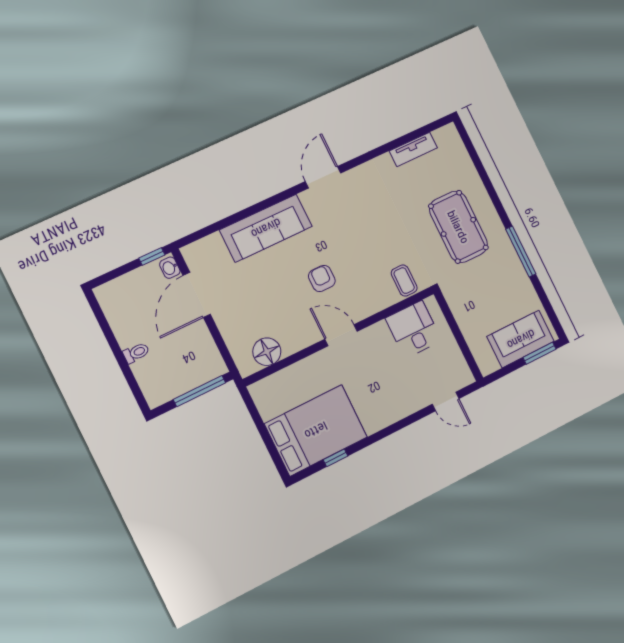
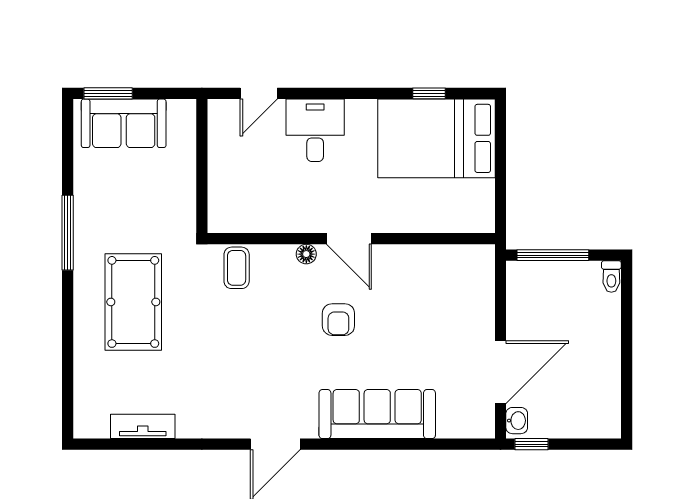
desk: (413, 329) -> (315, 130), moved, turned 180
floor lamp: (267, 352) -> (306, 254), moved, width x0.53, depth x0.53
toilet: (136, 353) -> (611, 276), moved, turned -90
door: (446, 401) -> (259, 93), swing flipped

